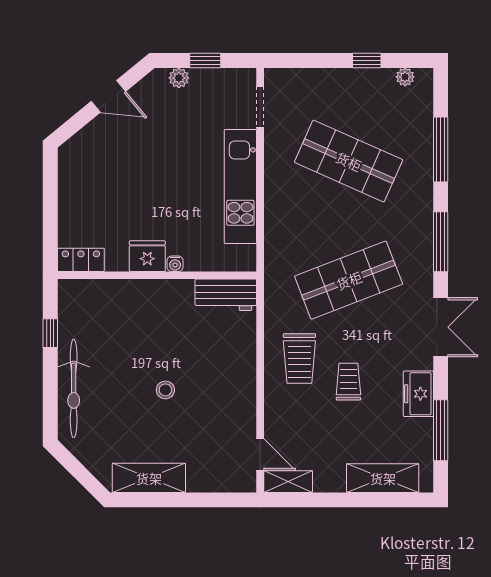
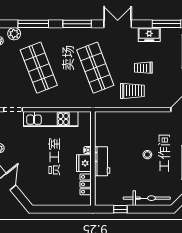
plant: (420, 109) -> (14, 34), added
shop shelf: (349, 161) -> (39, 68), turned -45
locker: (81, 260) -> (86, 184), moved
workbench: (226, 295) -> (102, 161), moved

